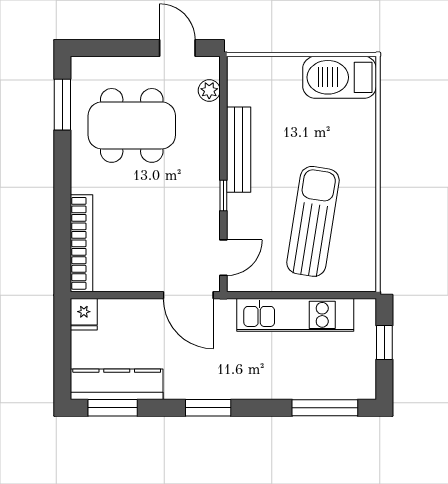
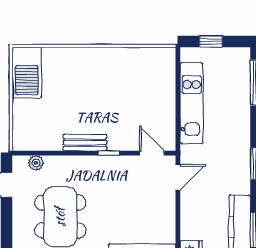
bench: (239, 150) -> (85, 143), width x0.73
sun lounger: (313, 221) -> (127, 91), removed
door: (188, 295) -> (178, 177), width x0.73

